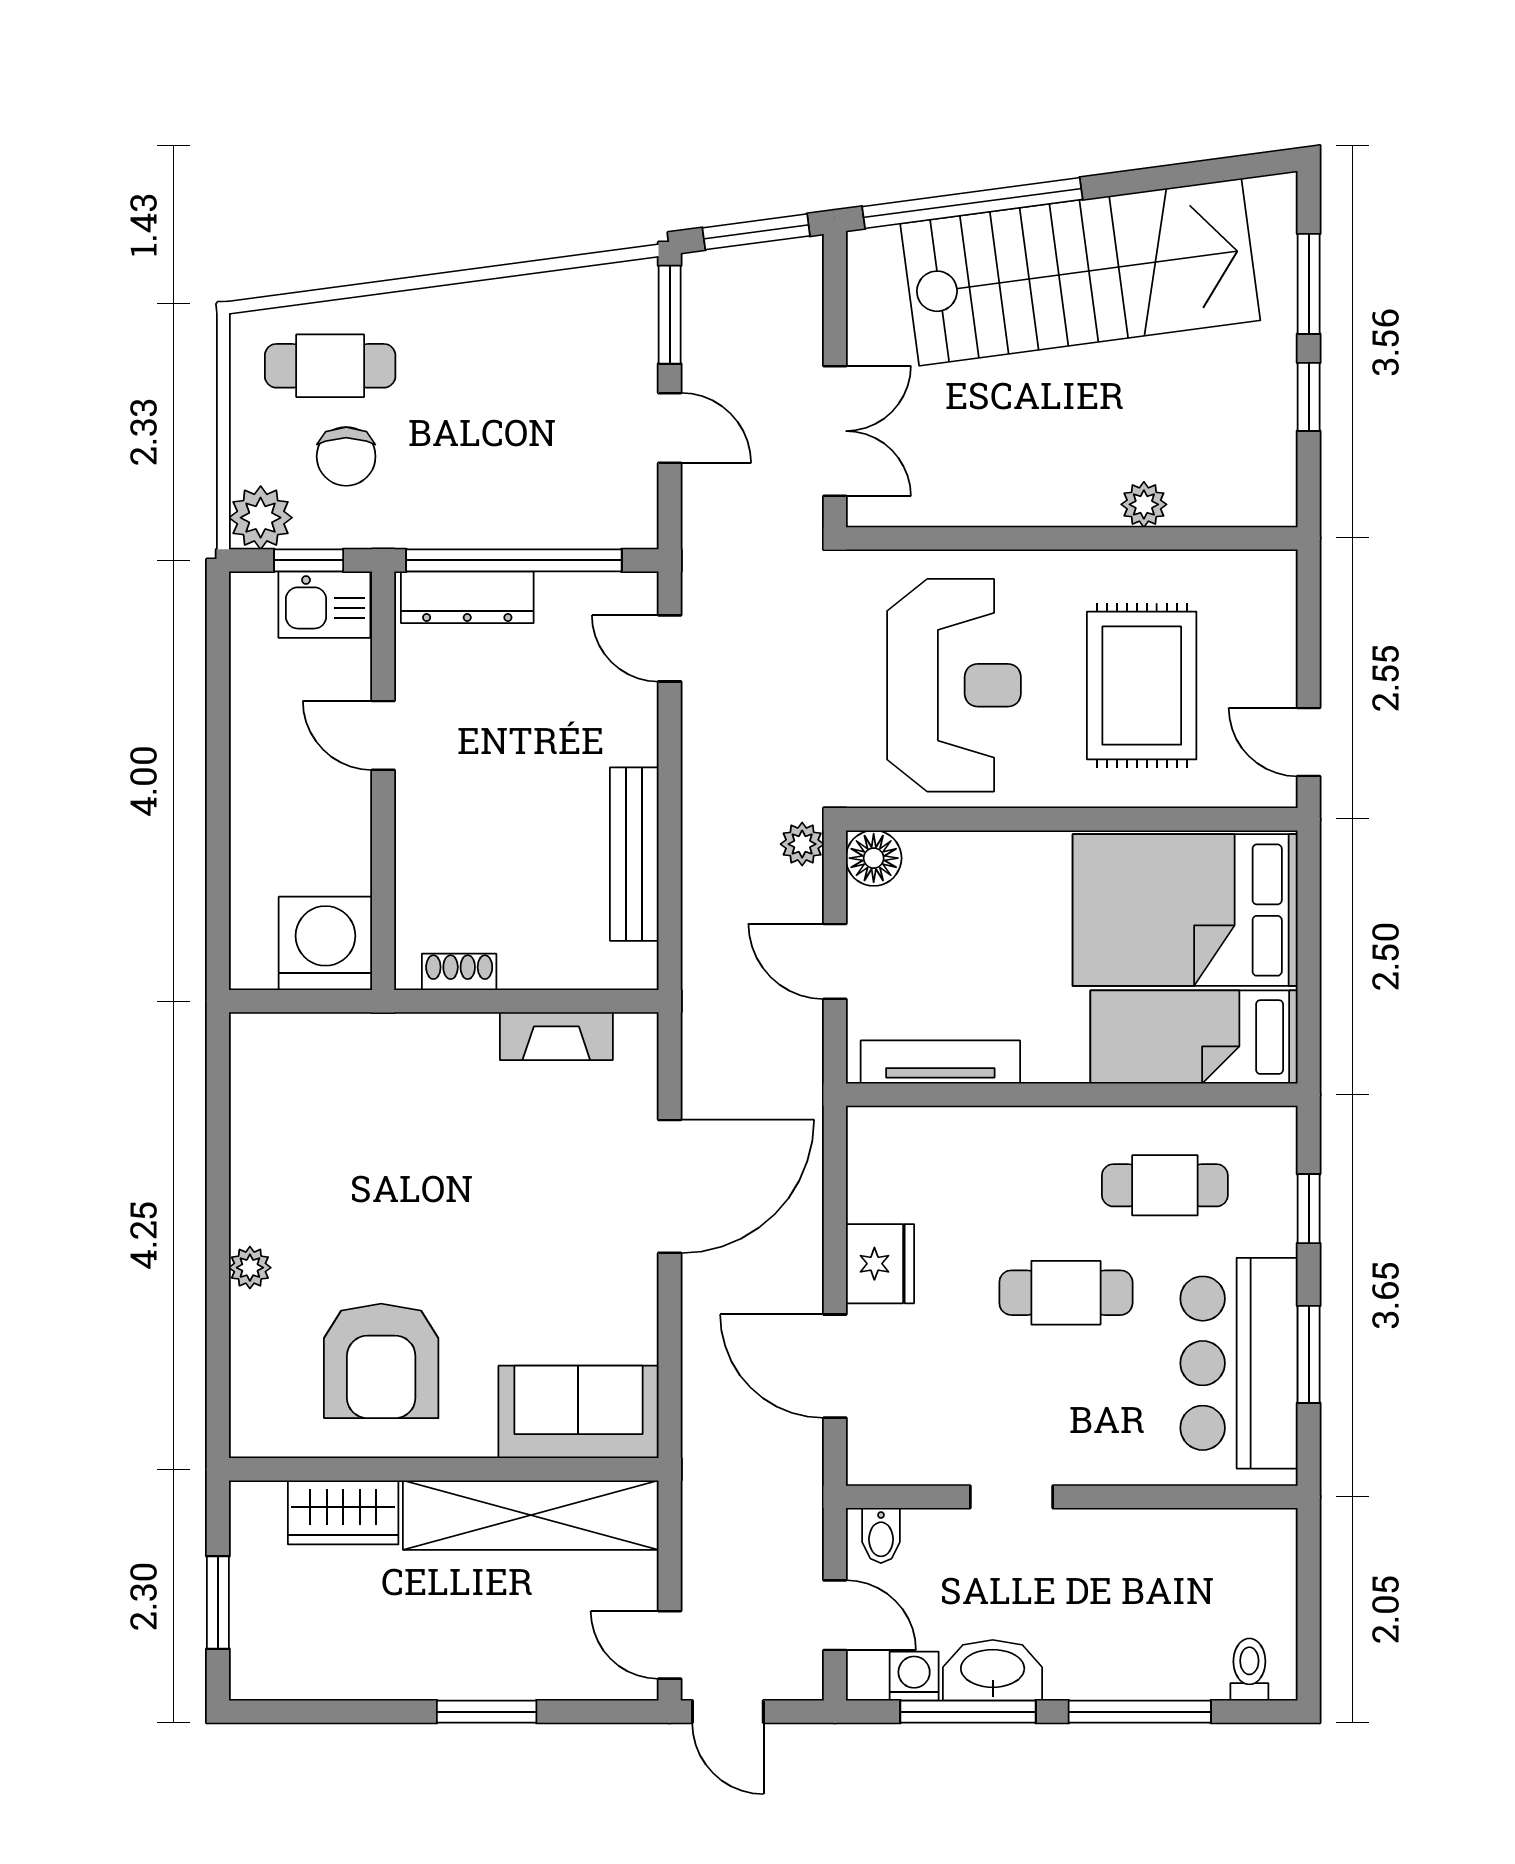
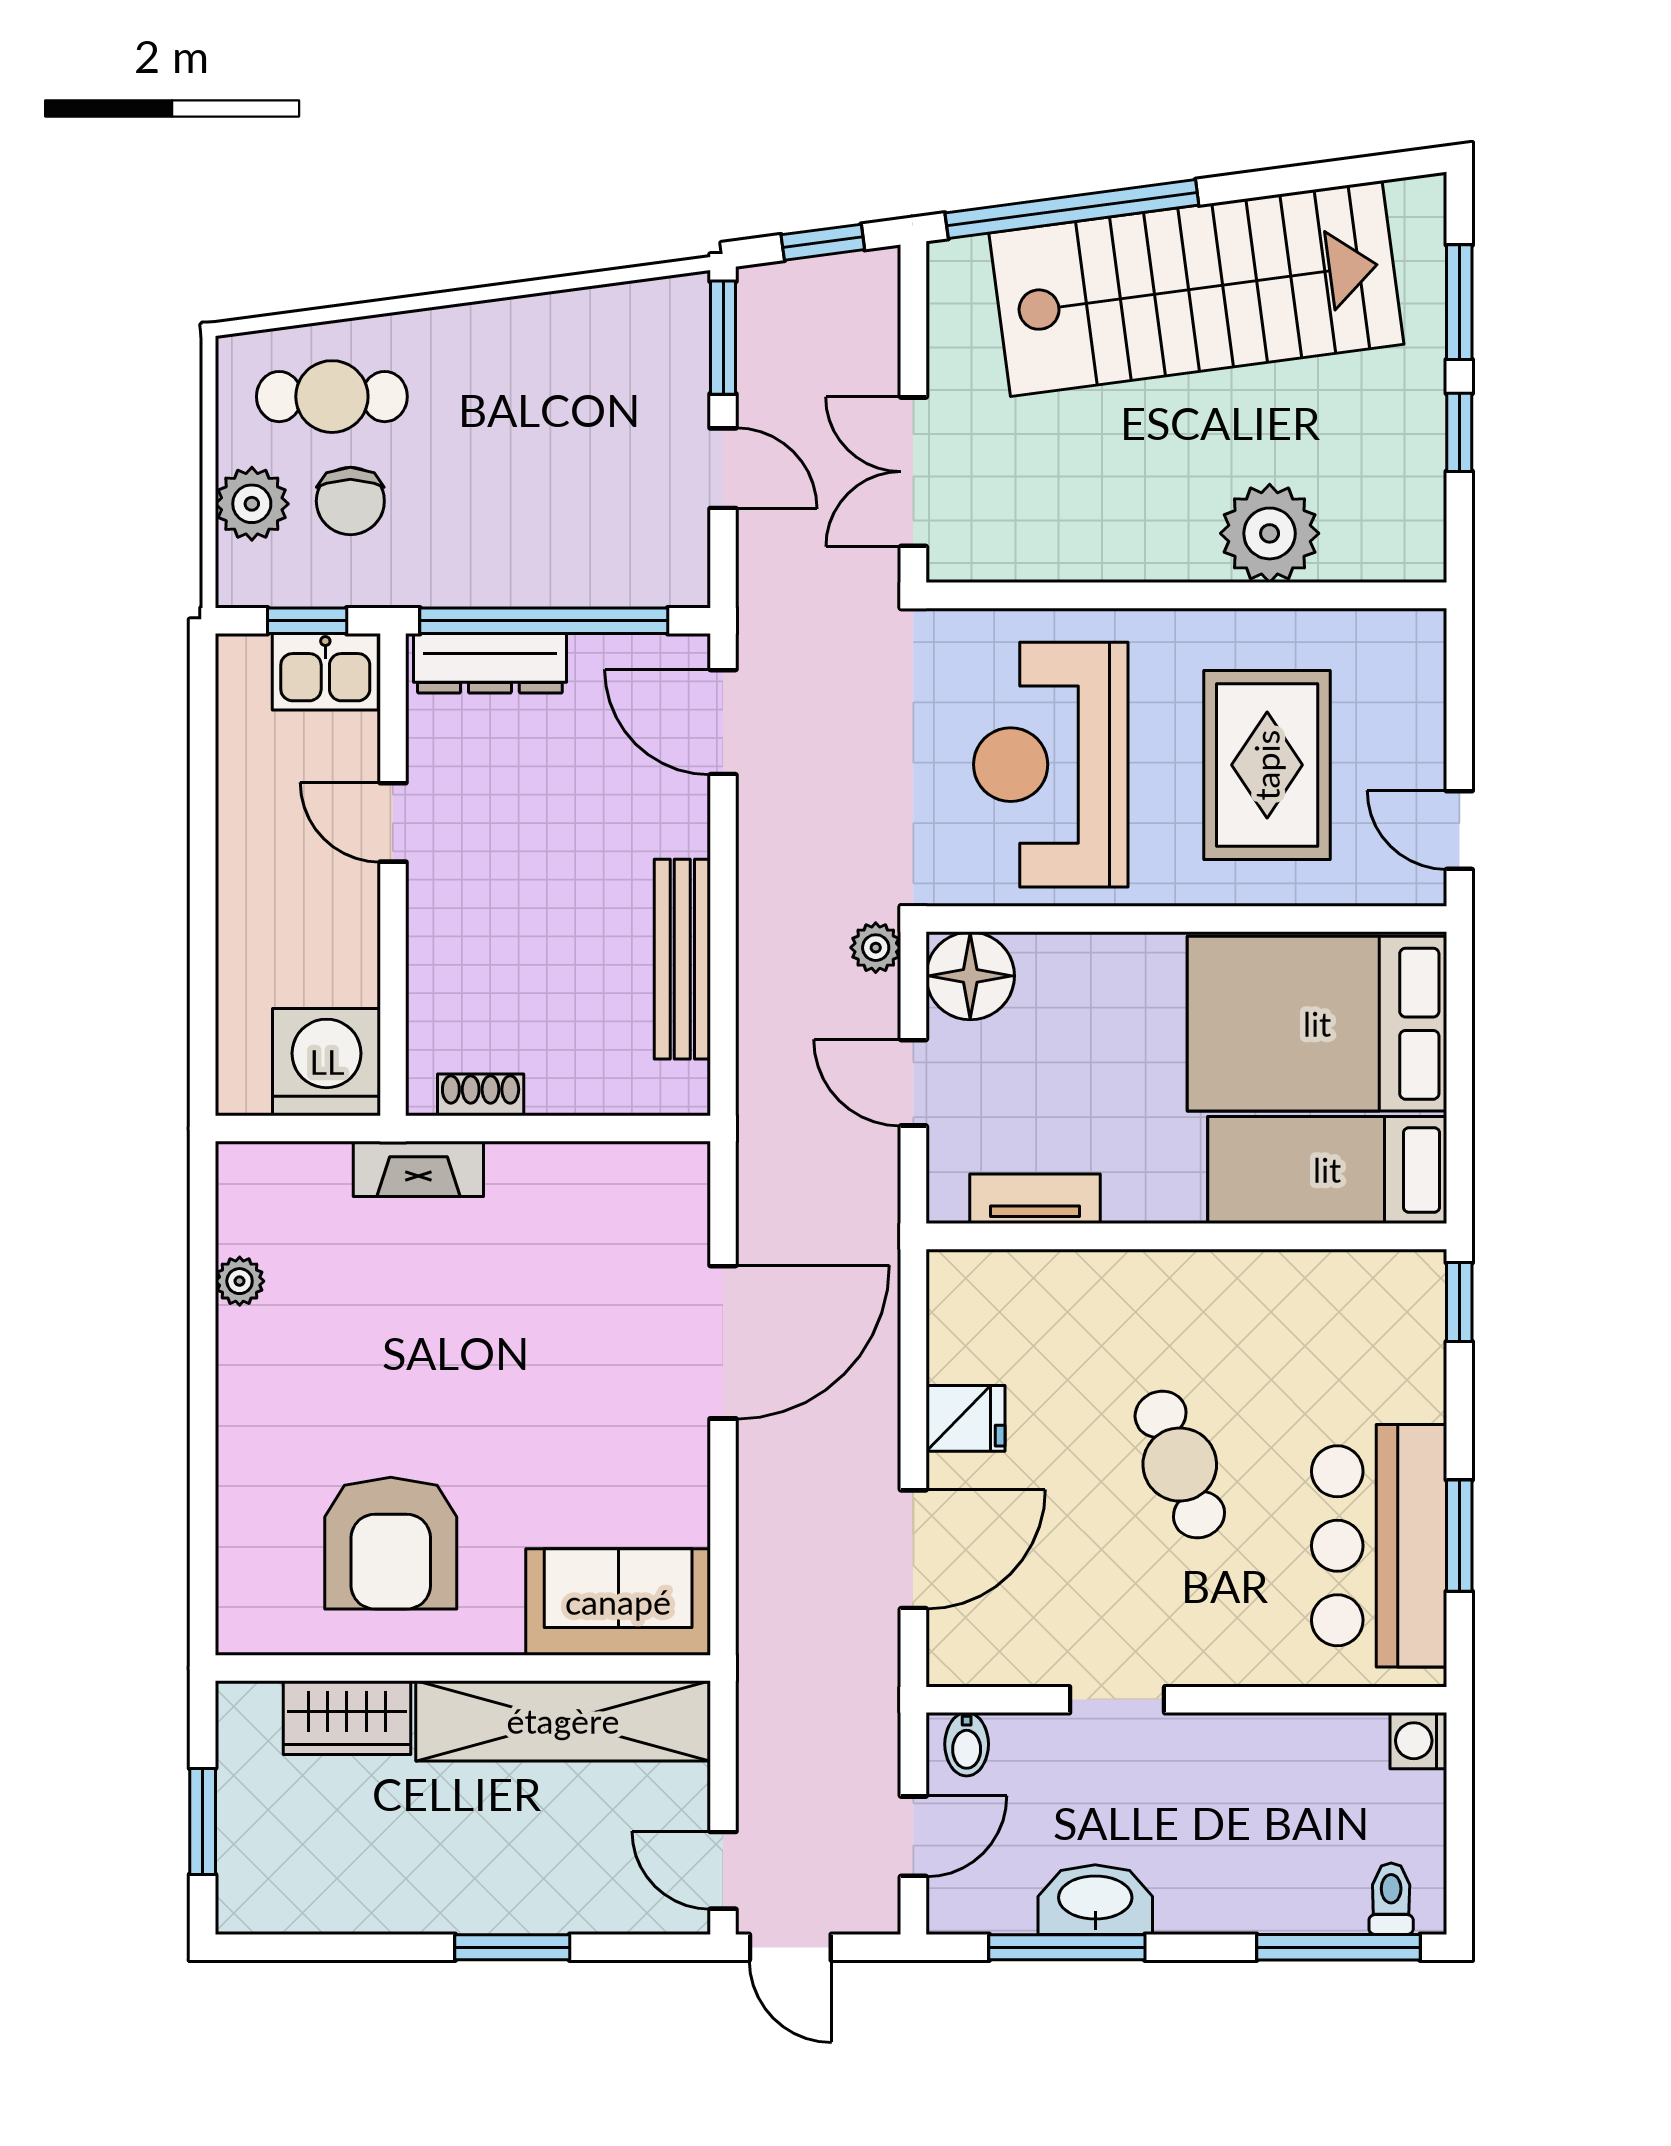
window: (756, 232) -> (823, 242), width x0.67
double door: (835, 431) -> (913, 472), swing flipped
plant: (1144, 504) -> (1270, 533), width x1.87, depth x1.87
plant: (261, 518) -> (252, 504), moved
door: (670, 648) -> (723, 722), width x1.38
reception desk: (954, 685) -> (1051, 765), turned 180
floor lamp: (874, 858) -> (970, 976), width x1.38, depth x1.38
fireplace: (556, 1036) -> (418, 1169), moved
tv unit: (940, 1062) -> (1035, 1199), width x0.71
cafe table: (1165, 1185) -> (1294, 1341), removed
window: (1309, 1209) -> (1459, 1302), moved
fridge: (880, 1264) -> (965, 1418), width x0.72
plant: (250, 1268) -> (240, 1281), moved
cafe table: (1066, 1293) -> (1180, 1465), turned 69
door: (835, 1366) -> (913, 1549), swing flipped
door: (835, 1615) -> (913, 1836), hinge flipped
washing machine: (914, 1676) -> (1418, 1741), moved, turned -90
window: (1140, 1712) -> (1338, 1947), moved

